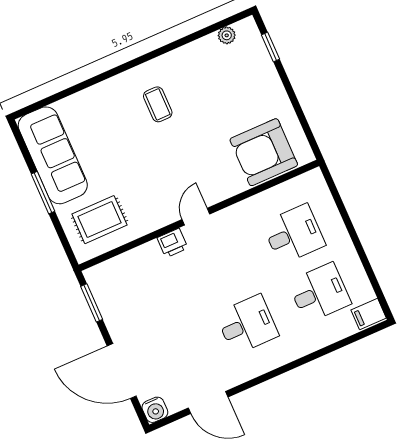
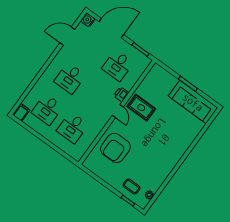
coffee table: (158, 104) -> (131, 186), moved
armchair: (264, 152) -> (115, 148), moved, turned 180
rug: (99, 220) -> (141, 108), moved, turned 90
desk: (149, 298) -> (118, 65), added

